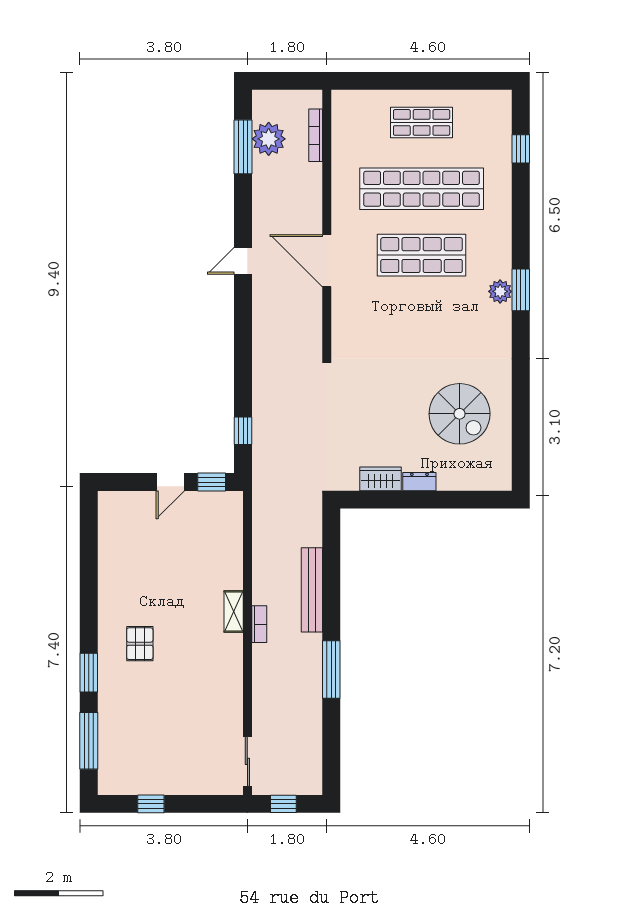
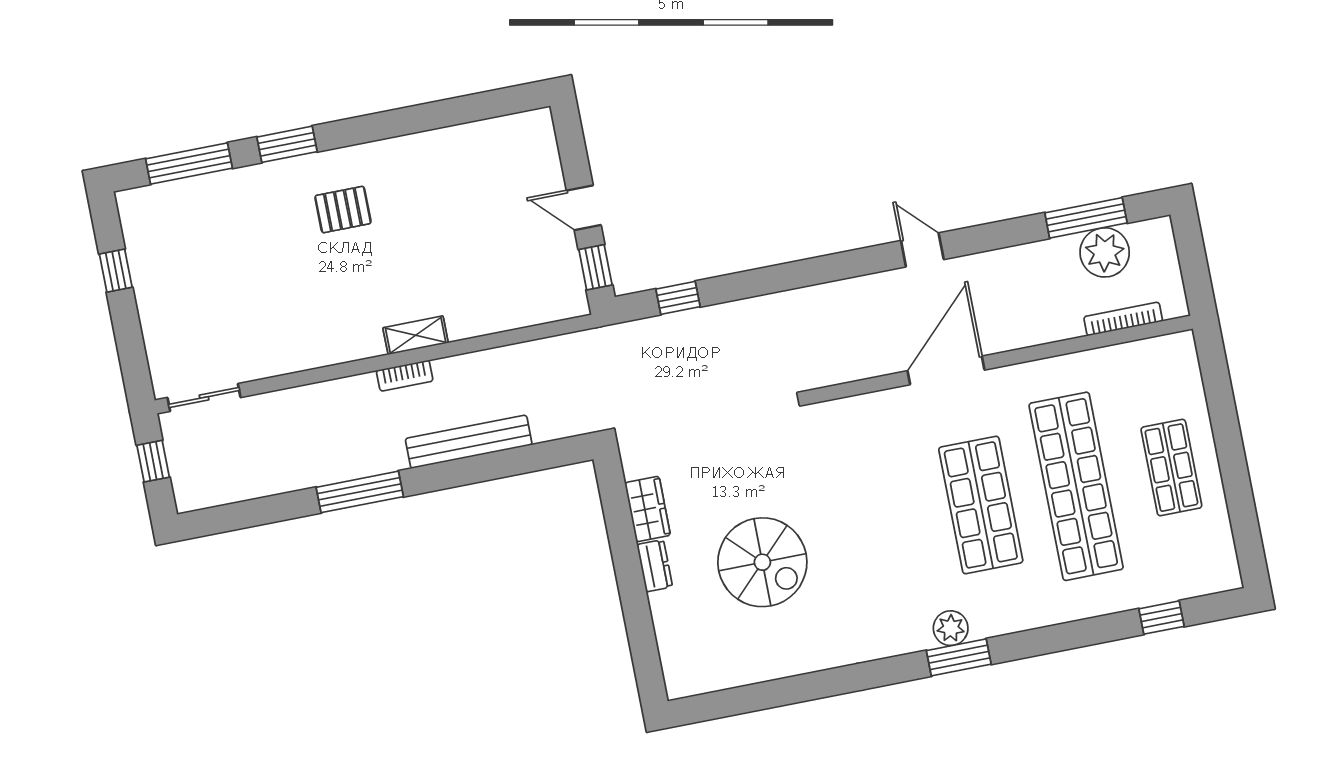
spiral stairs: (460, 414) -> (762, 562), moved, turned -90

